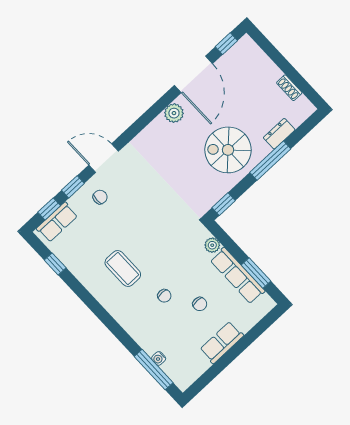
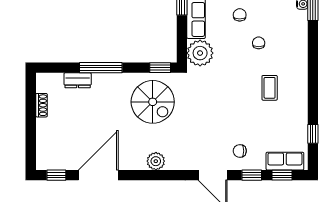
plant: (174, 113) -> (156, 161), moved
spiral stairs: (228, 150) -> (153, 102), moved
plant: (212, 245) -> (200, 53), width x1.88, depth x1.88
coffee table: (123, 269) -> (270, 88), width x0.73, depth x0.77

